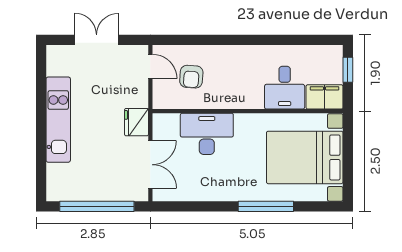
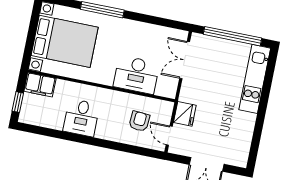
desk: (285, 88) -> (81, 118), moved, turned 180
kitchen unit: (58, 120) -> (255, 79), moved
fridge: (137, 122) -> (185, 114), moved

